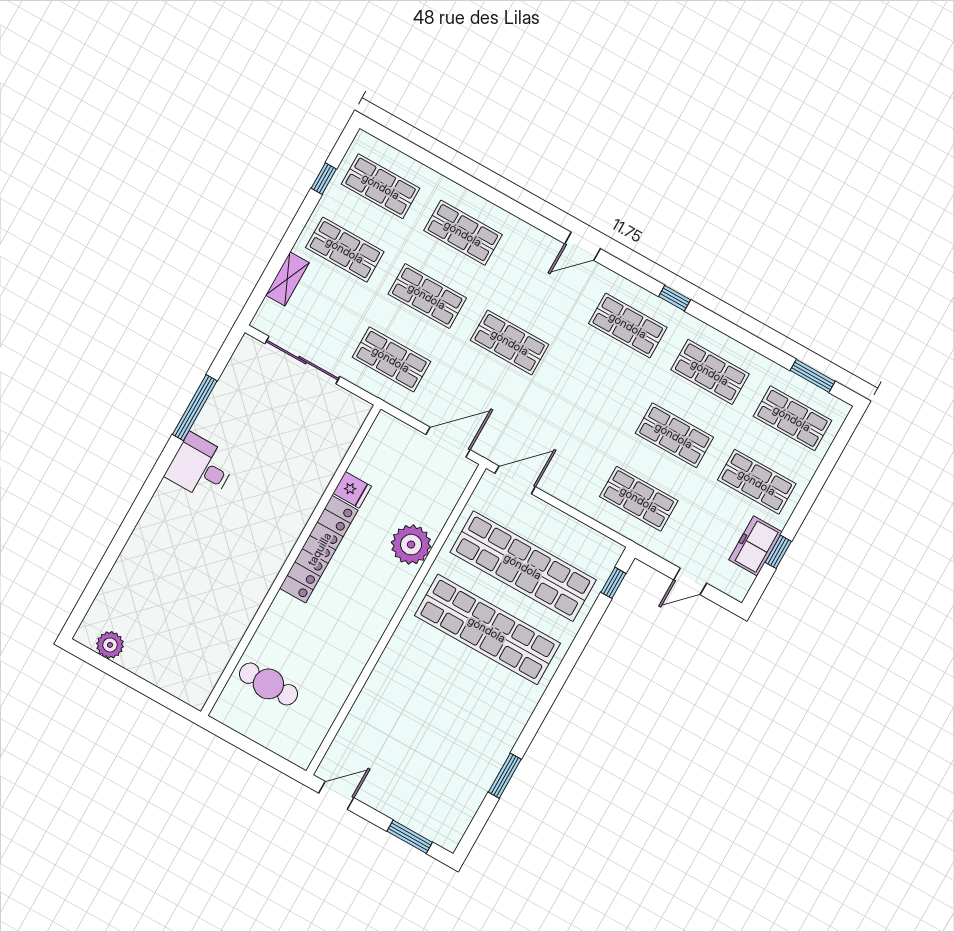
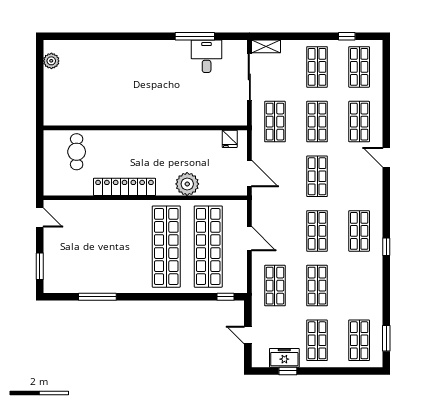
door: (582, 246) -> (386, 157), moved
shelving: (287, 279) -> (266, 46), moved
shop shelf: (710, 372) -> (317, 231), moved
desk: (201, 467) -> (207, 56), moved
door: (515, 480) -> (249, 239), moved
fridge: (352, 490) -> (230, 139), moved
locker: (319, 549) -> (124, 187), moved, turned 180
window: (505, 776) -> (97, 297), width x1.44

